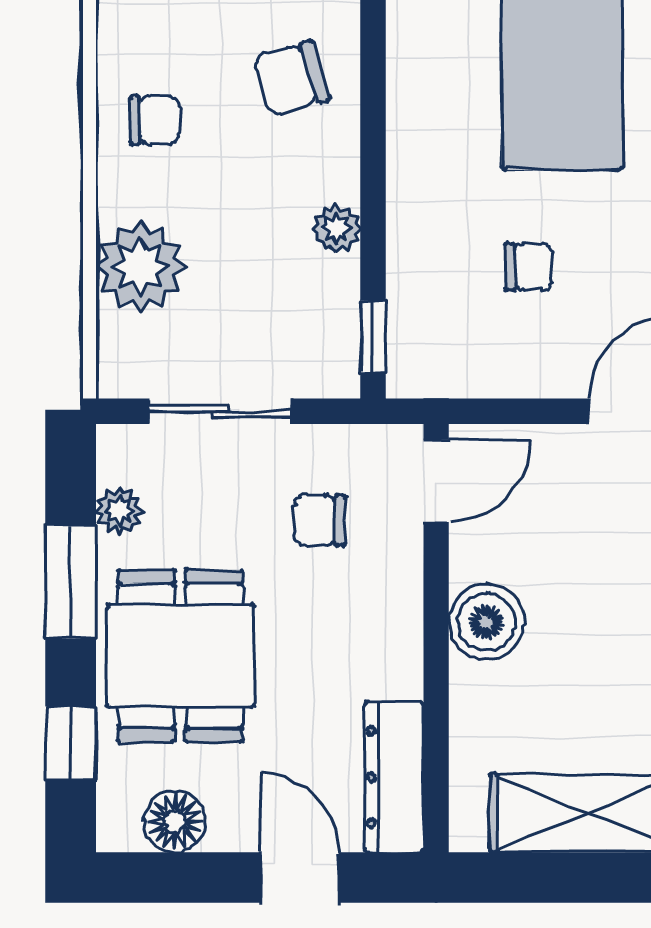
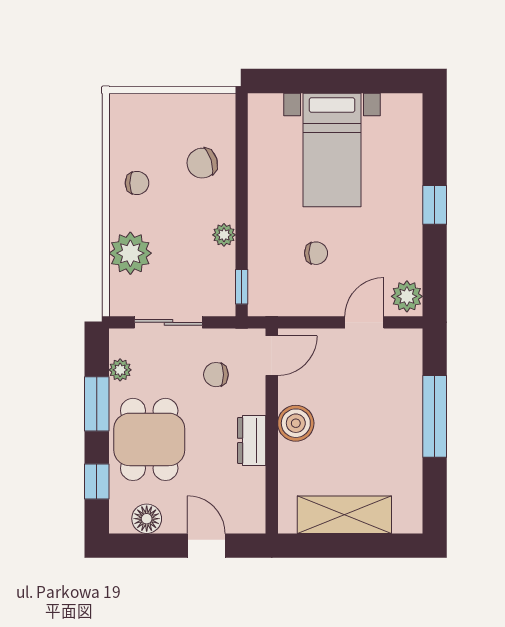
dresser: (394, 777) -> (252, 440), moved, width x0.70

